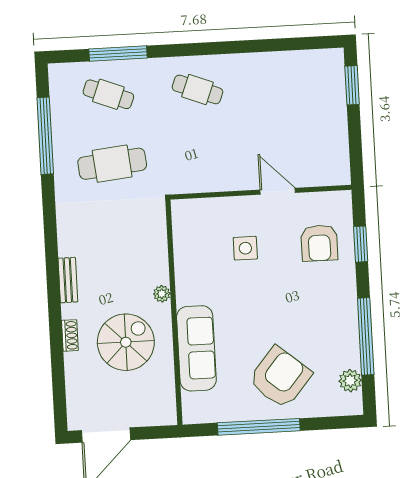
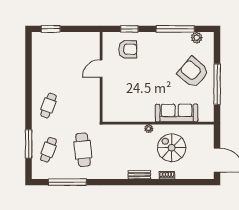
side table: (245, 248) -> (128, 86), removed

